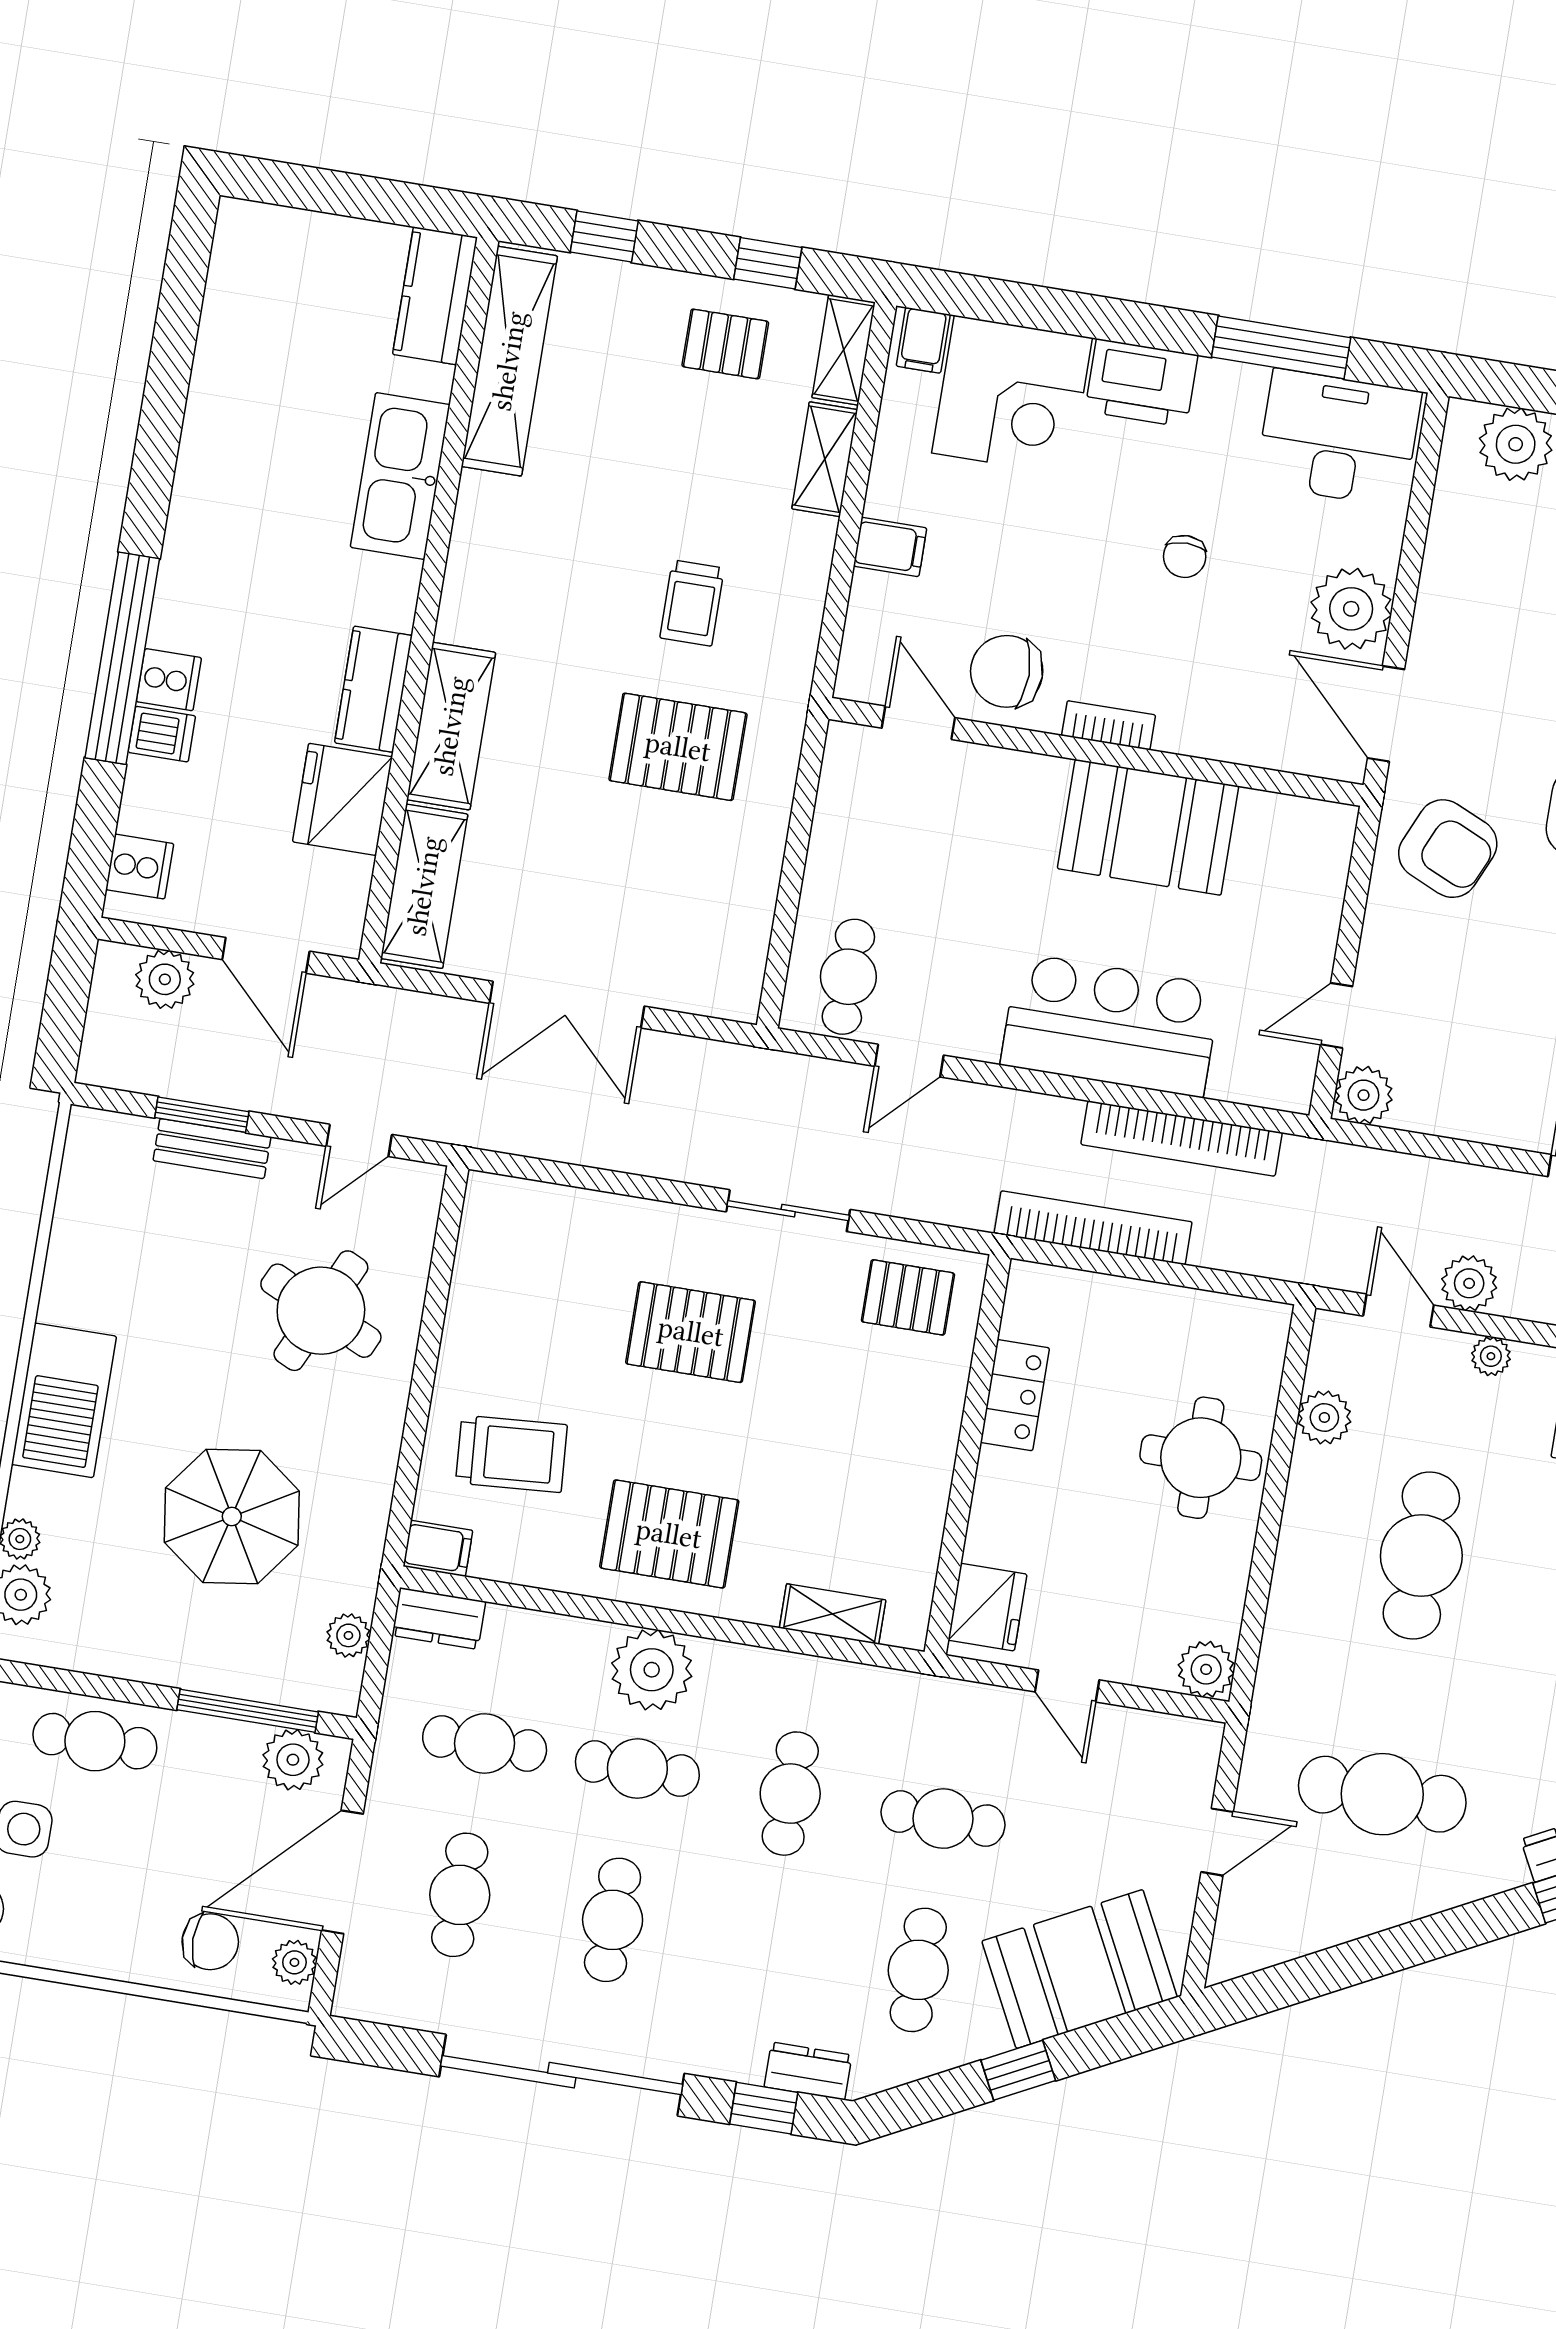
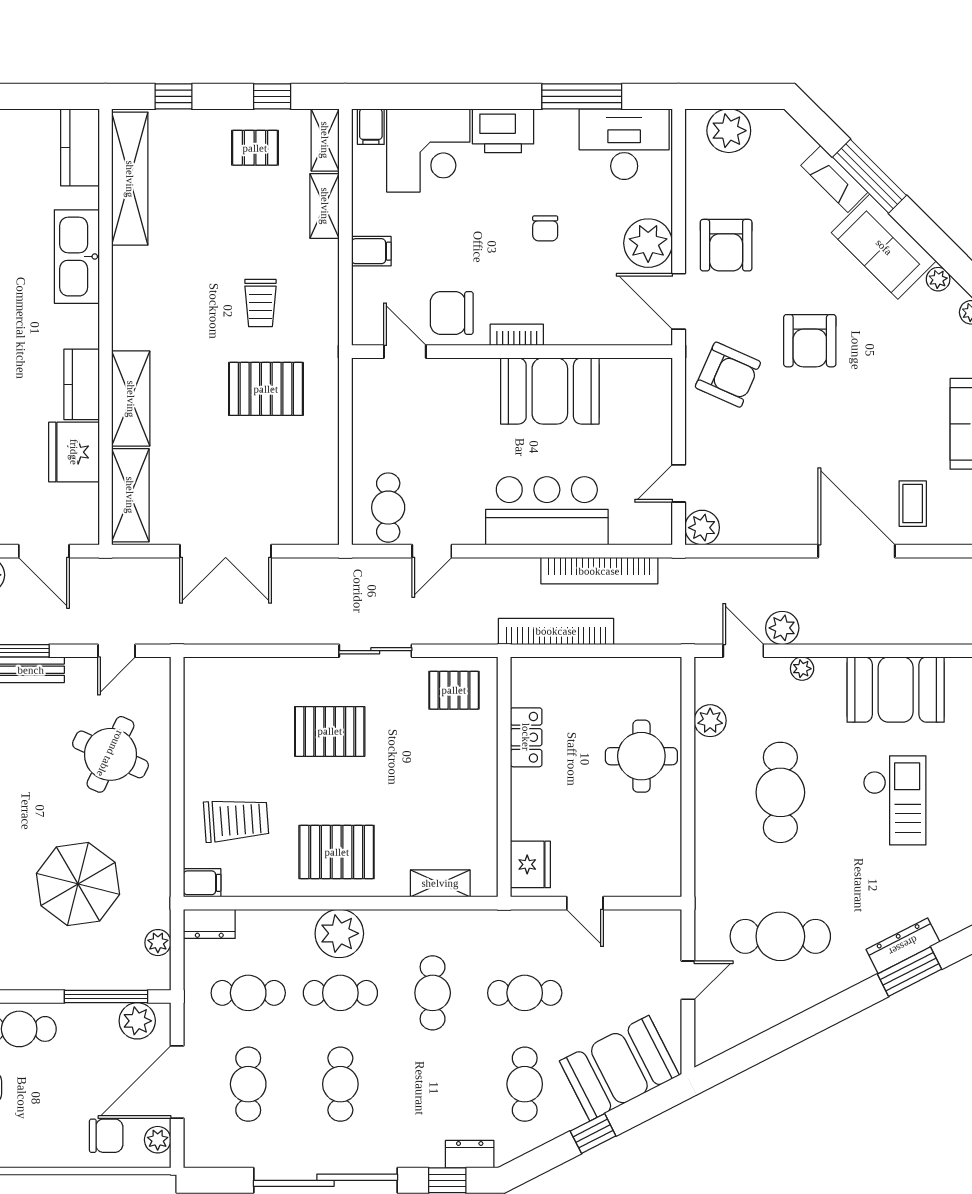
armchair: (1480, 633) -> (726, 245), added
plant: (1206, 1669) -> (665, 880), removed

